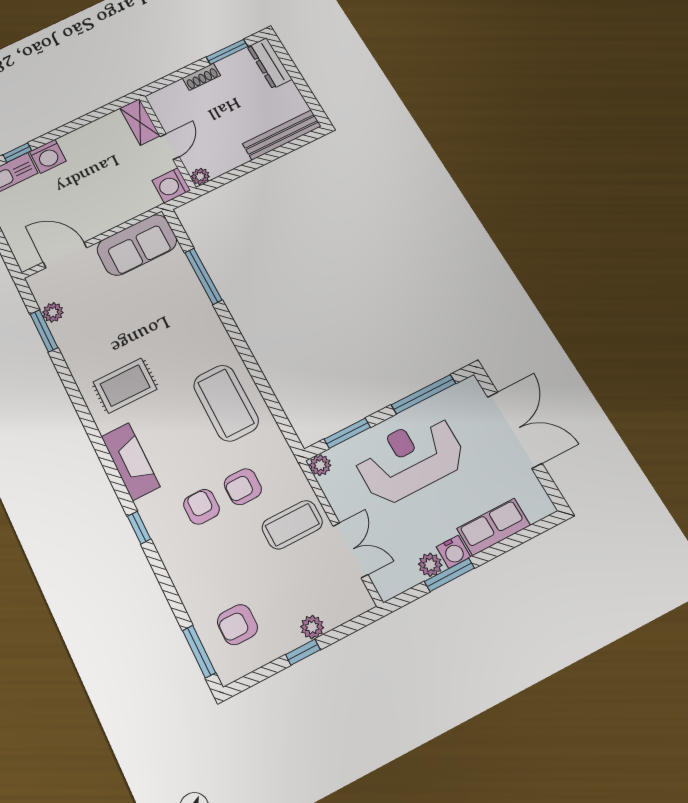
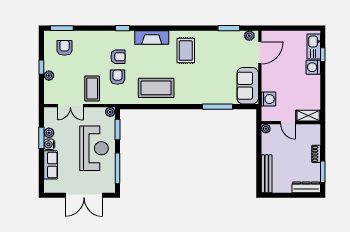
washing machine: (171, 185) -> (268, 99), moved, turned 90
plant: (53, 312) -> (249, 36), moved

